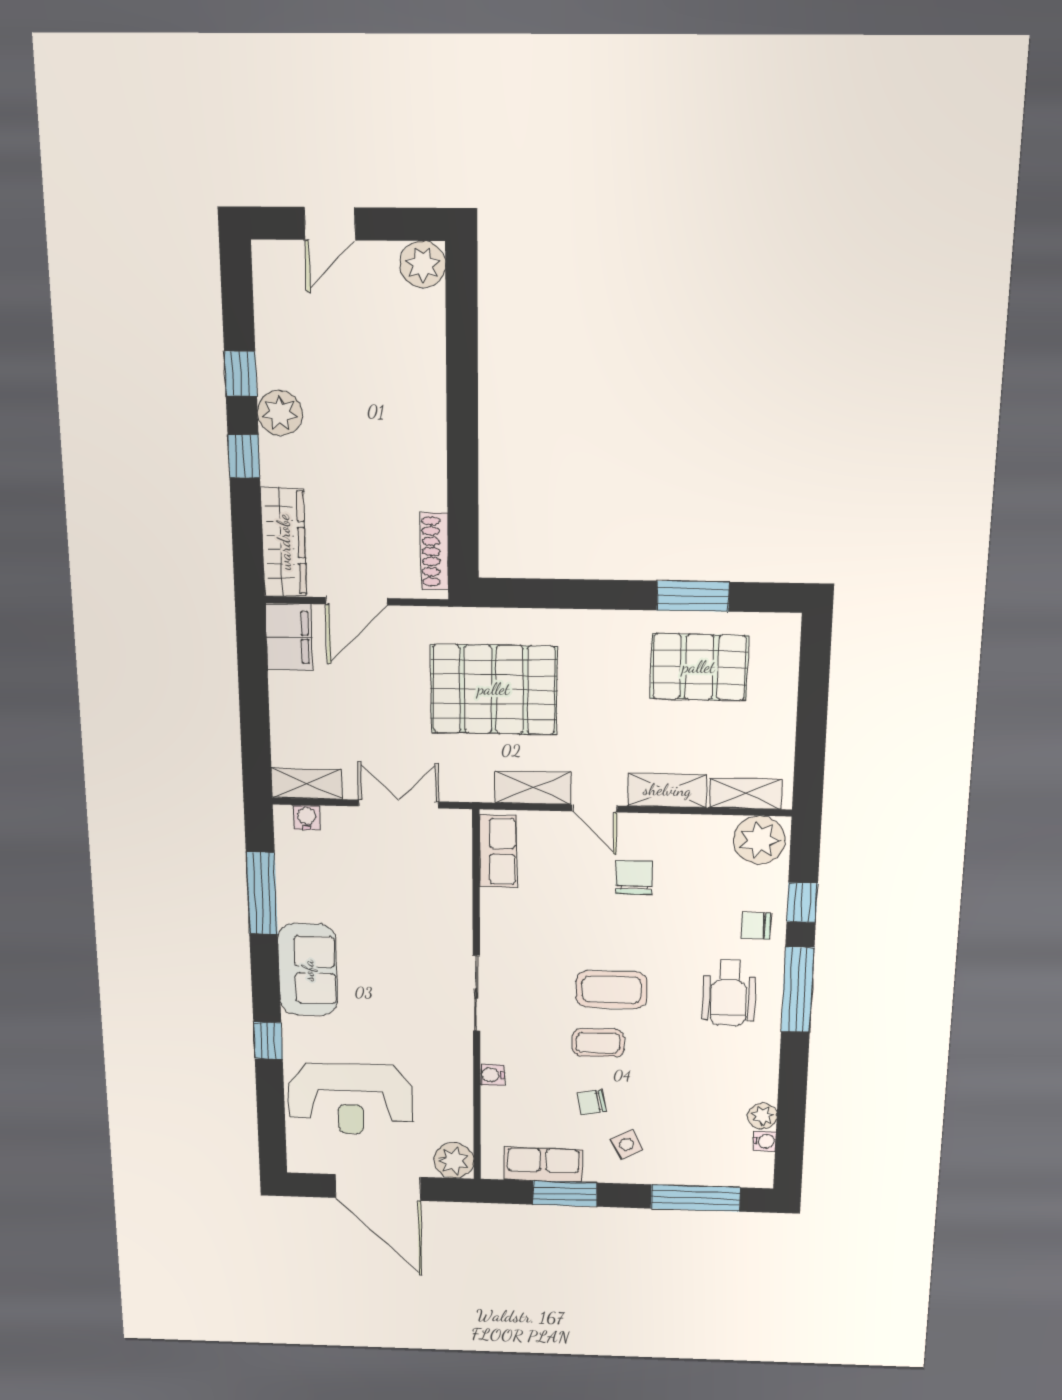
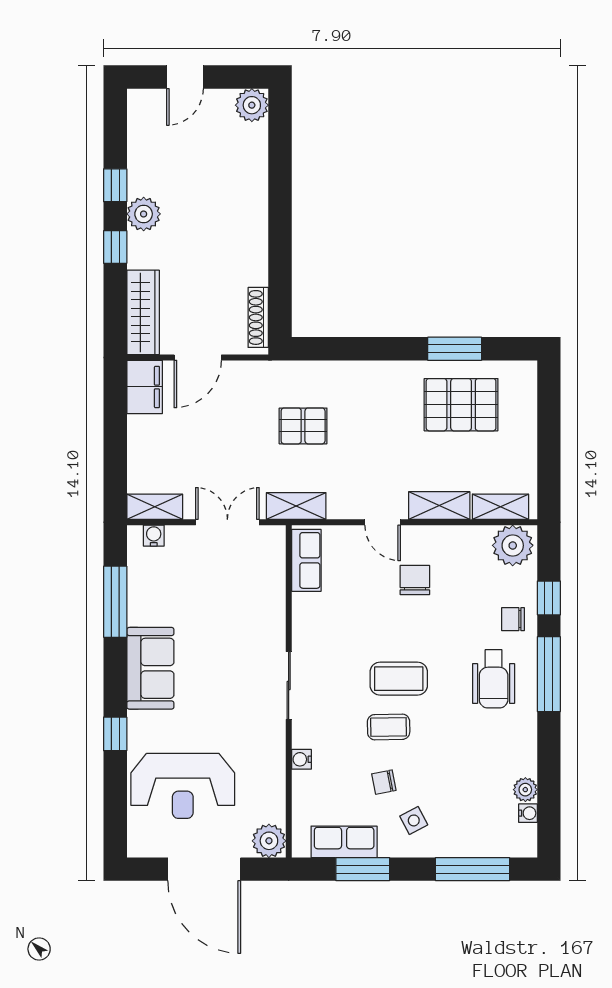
pallet: (494, 689) -> (303, 426), width x0.49, depth x0.50
shelving: (533, 788) -> (296, 506), moved

